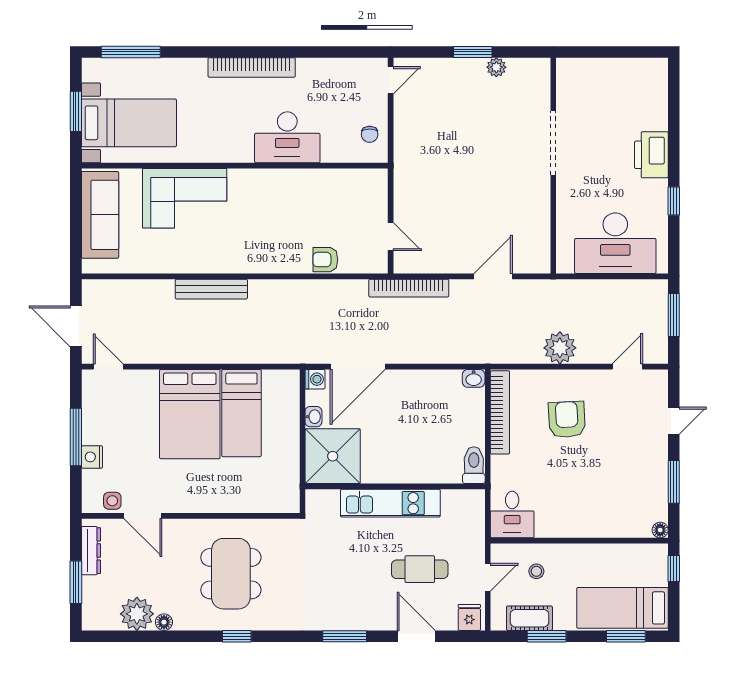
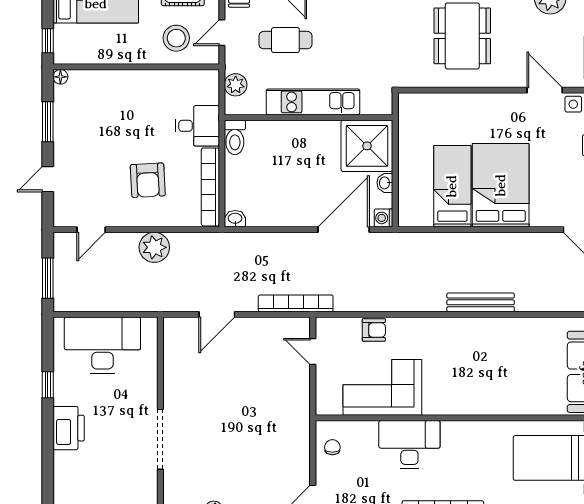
corner sofa: (185, 198) -> (382, 387), moved
desk: (512, 515) -> (197, 126), moved, turned 90
plant: (473, 521) -> (236, 85), added
stool: (536, 571) -> (176, 38), width x1.89, depth x1.89

